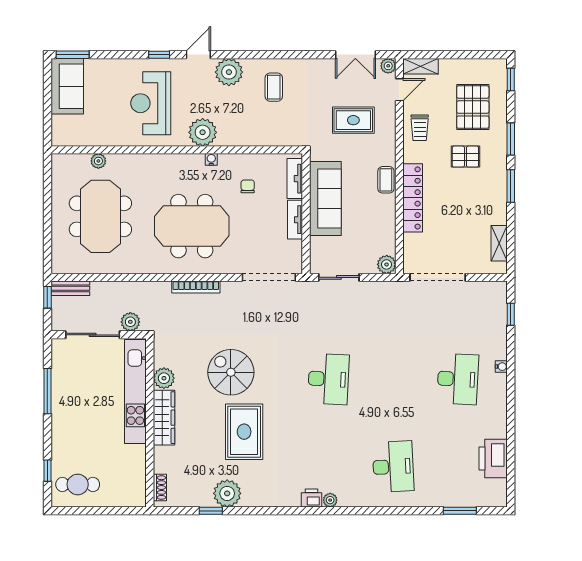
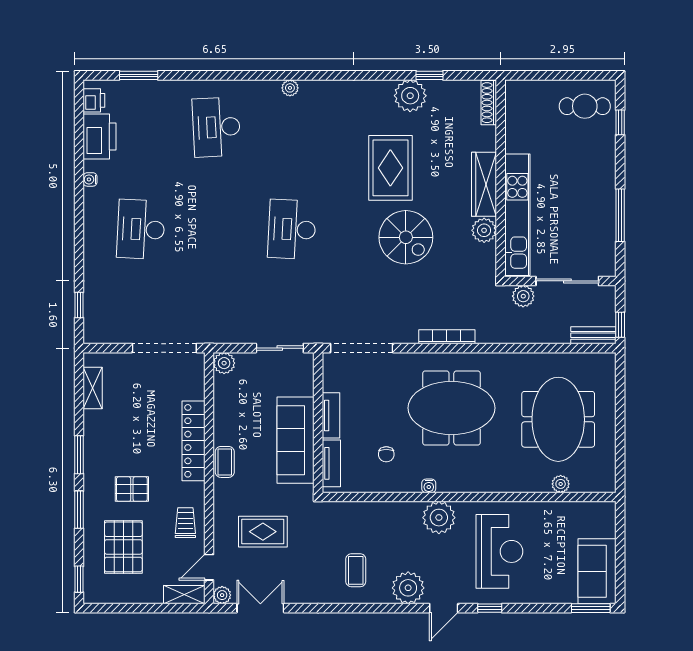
water cooler: (501, 367) -> (90, 179), moved
shoe rack: (160, 488) -> (489, 103), width x1.43
printer: (312, 498) -> (94, 100), moved, turned -90

